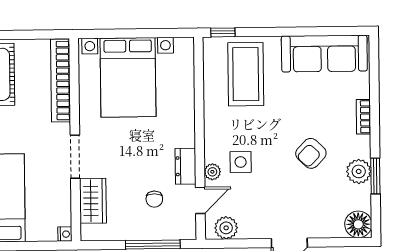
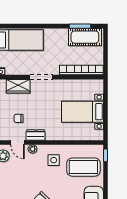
bed with nightstands: (128, 77) -> (82, 112), width x0.73
side table: (241, 162) -> (54, 160), moved

